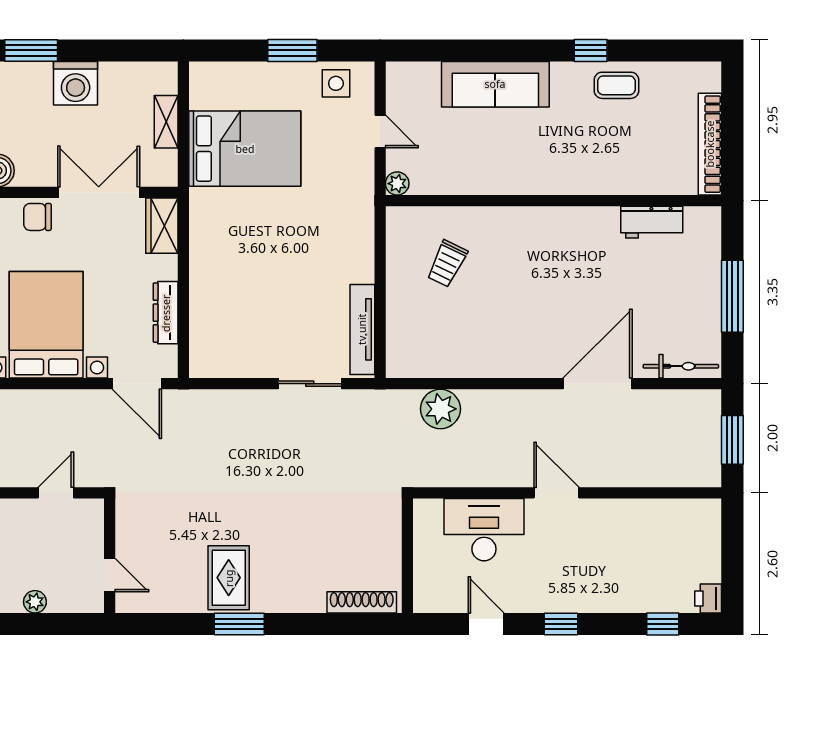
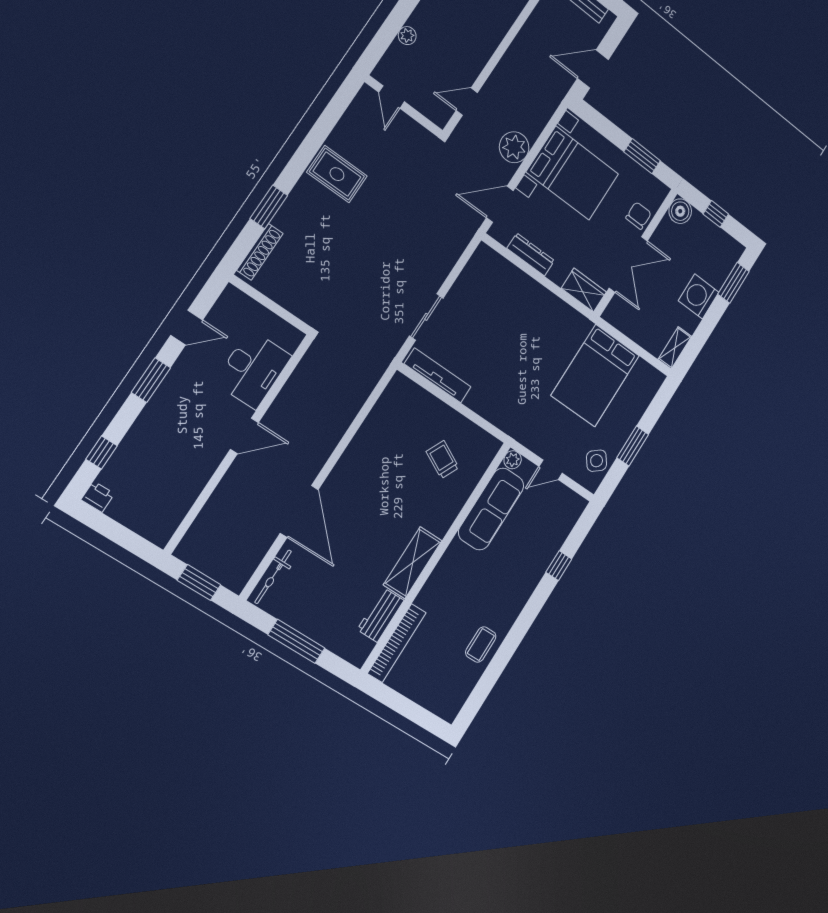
window: (591, 50) -> (559, 566), moved
side table: (336, 83) -> (597, 461), turned -38
sofa: (495, 84) -> (491, 509), moved, turned 180
shelving: (166, 122) -> (675, 348), moved, turned 90
bookcase: (710, 144) -> (397, 643), moved, turned 90
shelving: (576, 223) -> (413, 563), added
plant: (440, 409) -> (514, 147), moved
door: (56, 493) -> (467, 102), swing flipped
door: (110, 575) -> (391, 97), hinge flipped
window: (239, 624) -> (269, 207), moved
window: (561, 624) -> (151, 380), width x1.50

